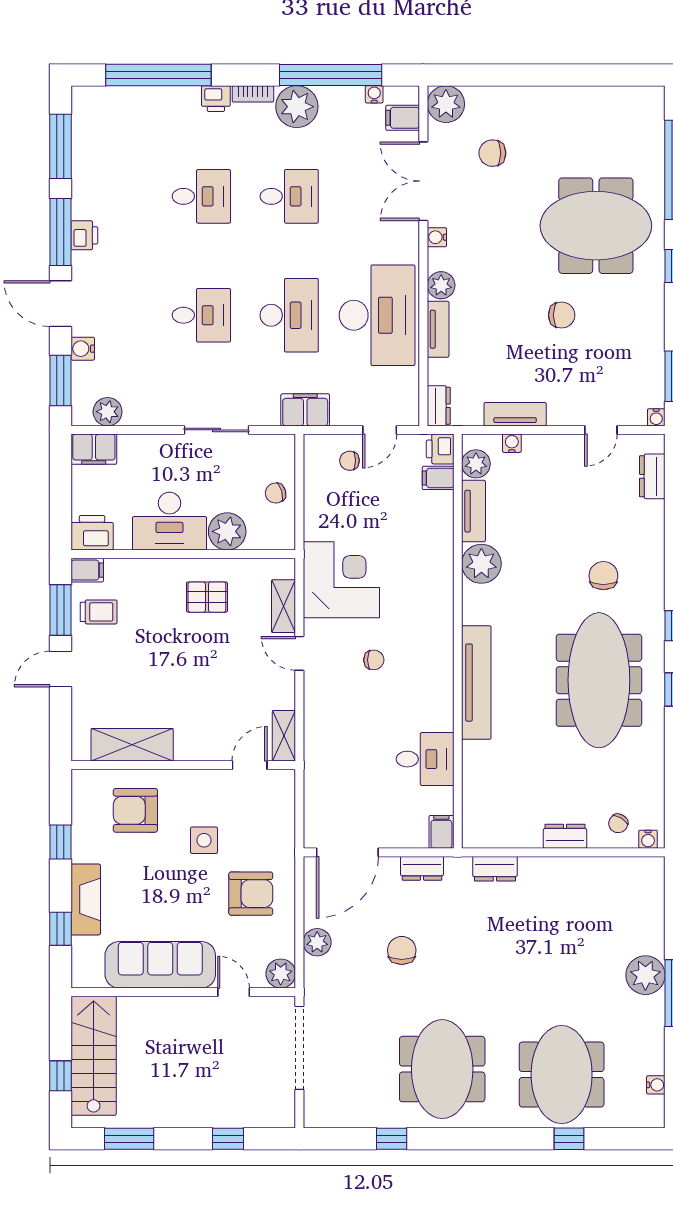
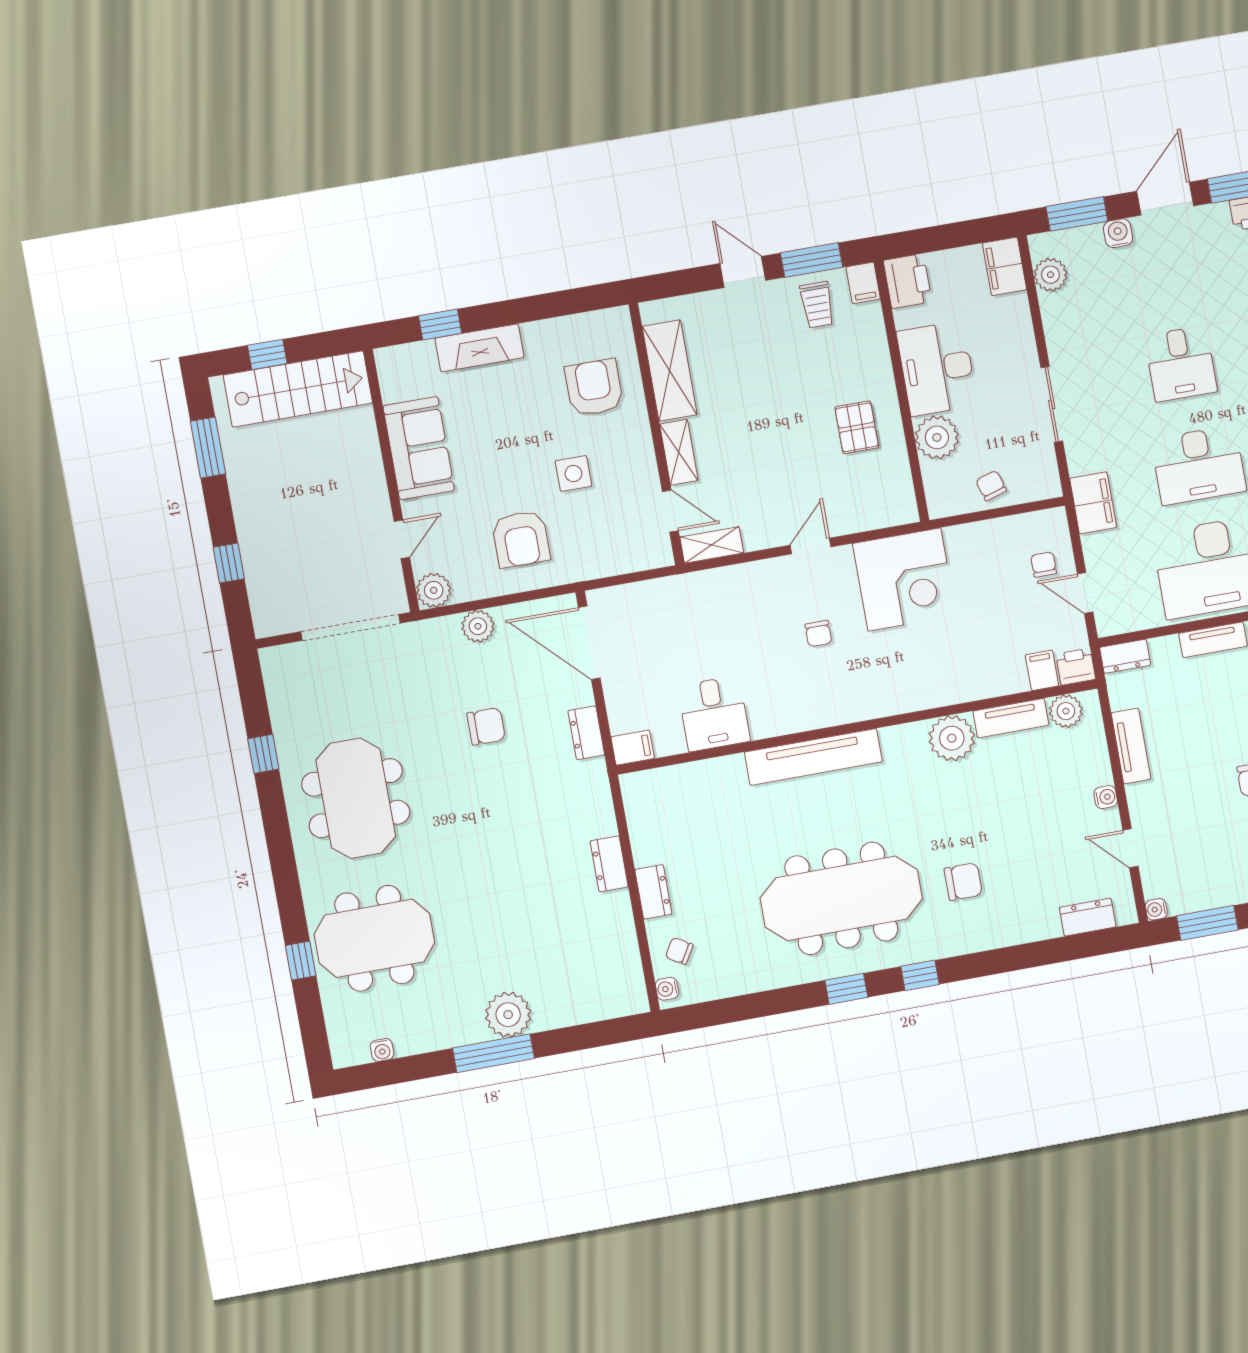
water cooler: (512, 443) -> (1106, 797), moved
shelving: (283, 606) -> (679, 452), moved, turned 90
window: (60, 842) -> (542, 307), removed
dresser: (495, 869) -> (609, 864), moved
sofa: (160, 965) -> (419, 448), width x0.73
meeting table: (442, 1069) -> (356, 798), turned 90

